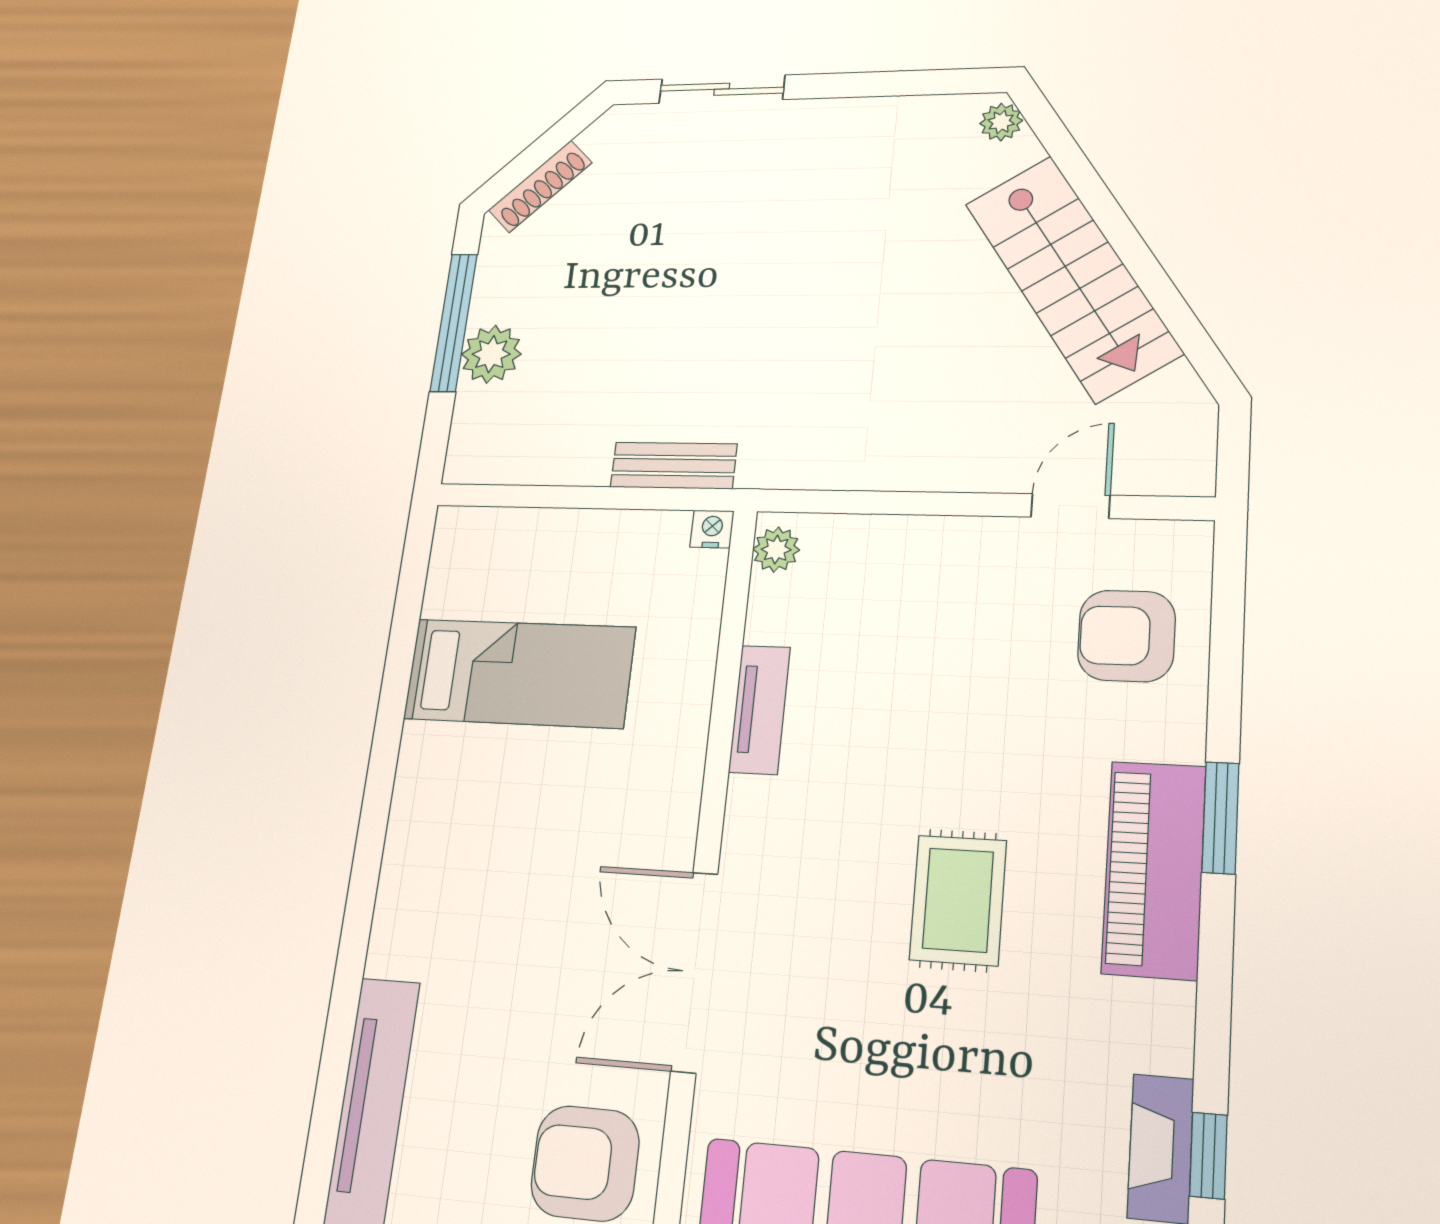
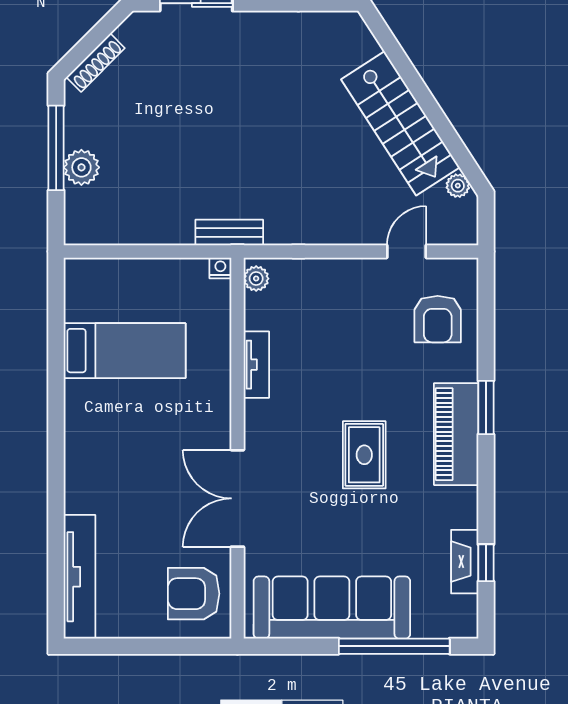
plant: (1001, 122) -> (458, 186), moved
bench: (674, 466) -> (229, 232), moved
armchair: (1126, 636) -> (438, 319), turned -90

